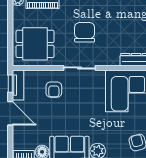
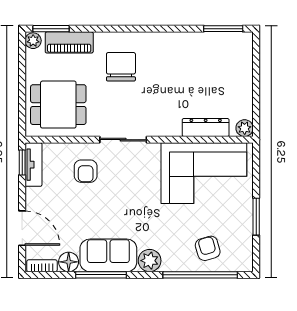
chair: (85, 32) -> (121, 67), moved
door: (10, 113) -> (22, 228), moved

